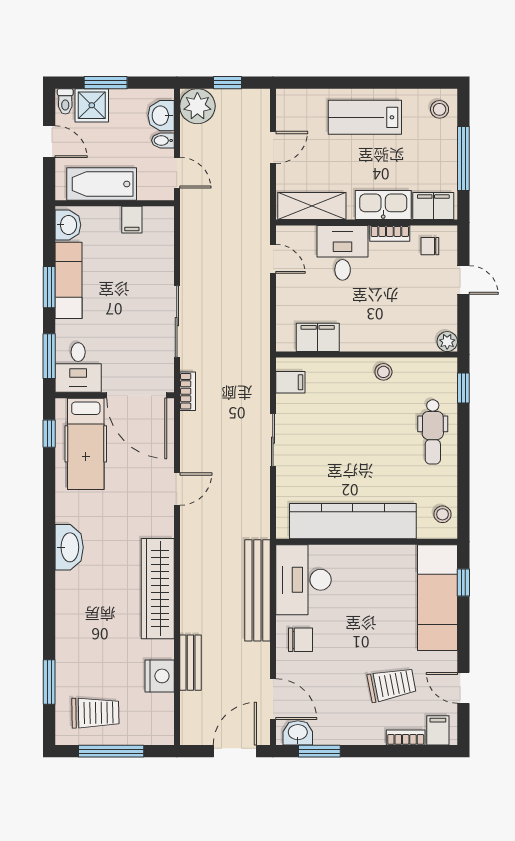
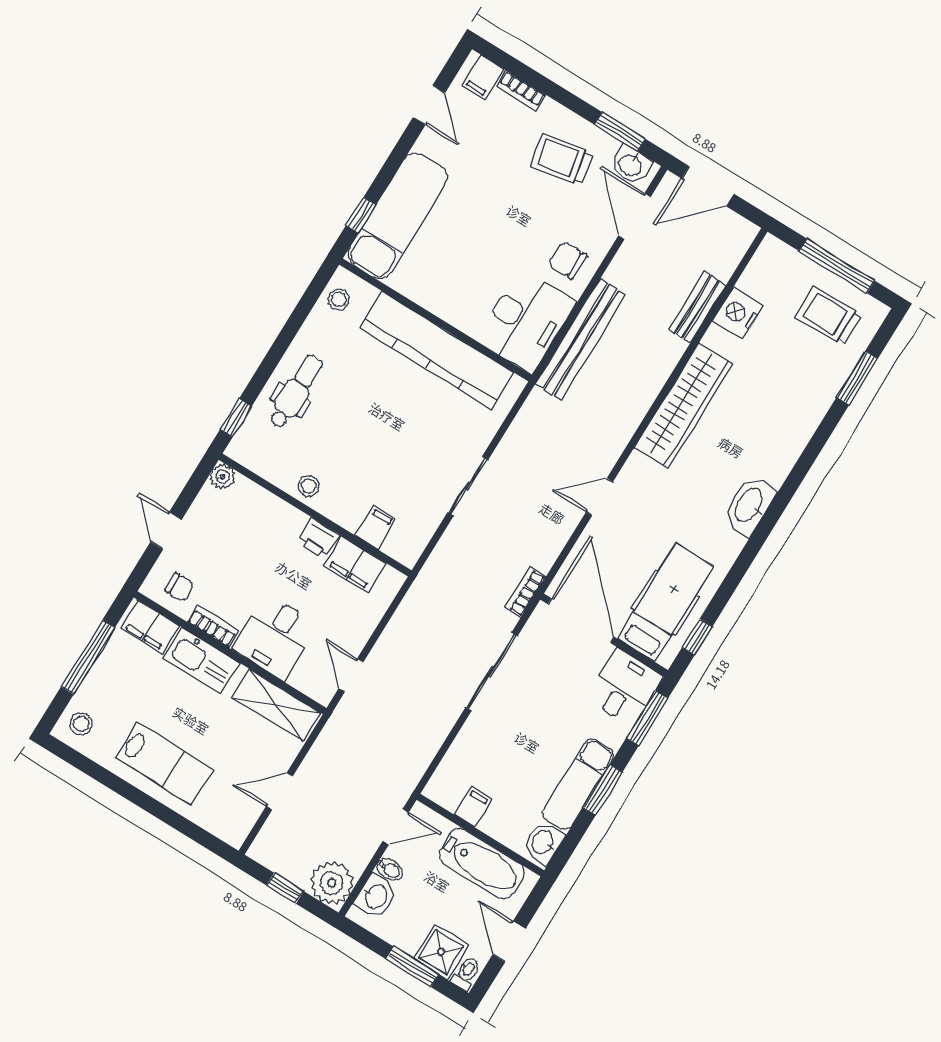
door: (177, 173) -> (396, 827), swing flipped
printer: (354, 340) -> (318, 539), added
filing cabinet: (290, 382) -> (376, 527), moved, turned 90
trolley: (392, 685) -> (561, 159), moved

